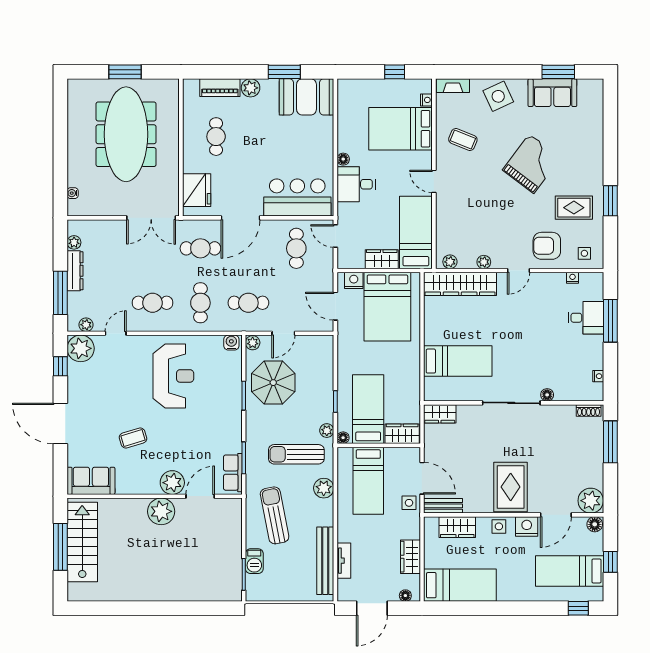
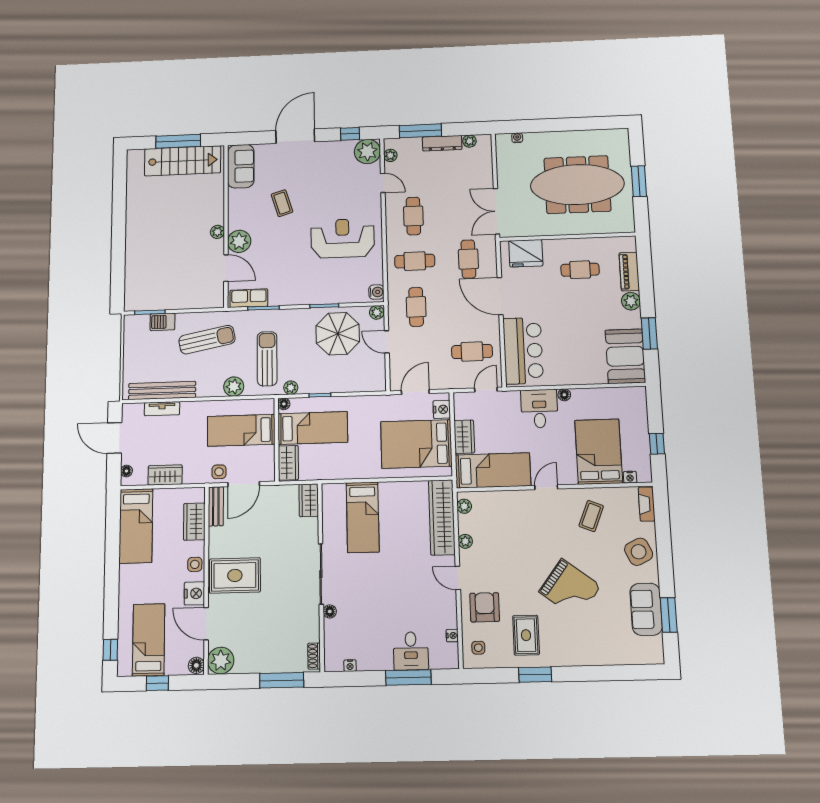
reception desk: (173, 376) -> (342, 238), turned 180
plant: (161, 511) -> (217, 232), width x0.53, depth x0.53

